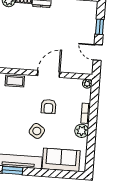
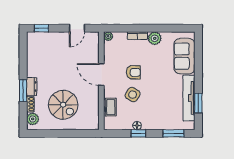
window: (100, 27) -> (41, 28), moved
spiral stairs: (21, 33) -> (63, 105), added
side table: (37, 131) -> (133, 95), moved

